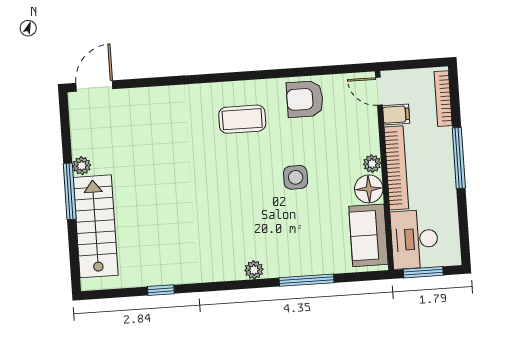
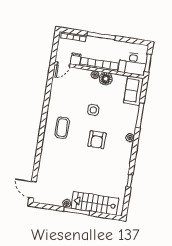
armchair: (305, 99) -> (97, 140), moved
sofa: (368, 235) -> (134, 91), moved, turned 90

